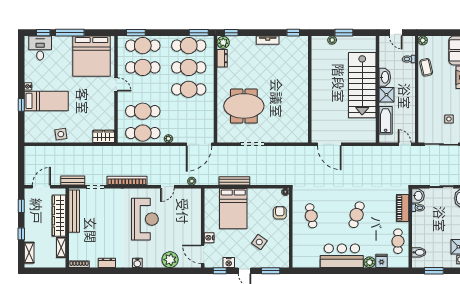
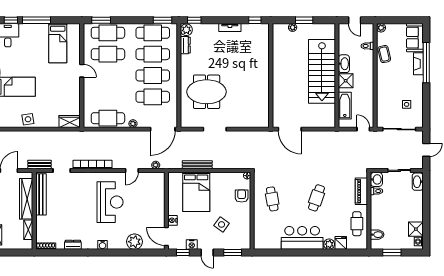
bed: (91, 56) -> (58, 43), width x0.49
cafe table: (143, 111) -> (153, 97), moved

